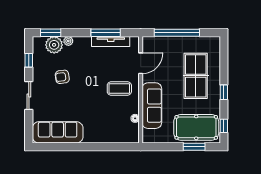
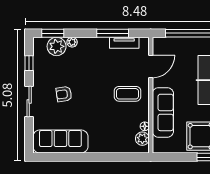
tv unit: (111, 41) -> (124, 43), width x0.71
armchair: (62, 77) -> (64, 94), moved
plant: (133, 130) -> (142, 139), added

